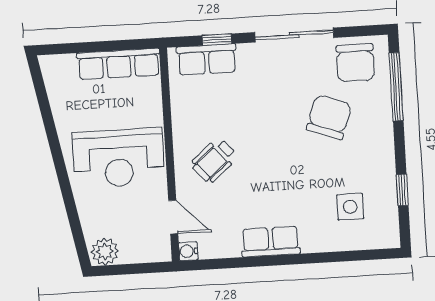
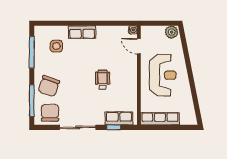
chair: (329, 117) -> (49, 86), moved
reception desk: (118, 158) -> (163, 75), turned 90
wheelchair: (214, 160) -> (103, 80), moved, turned -49
window: (402, 190) -> (32, 52), width x2.17
row of seats: (271, 242) -> (82, 32), moved

